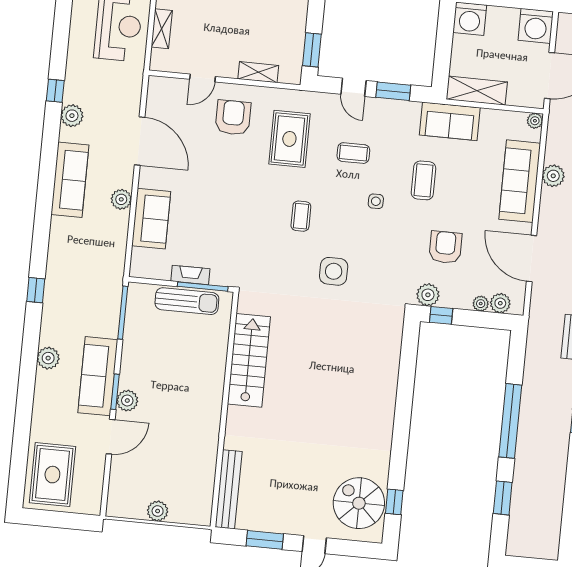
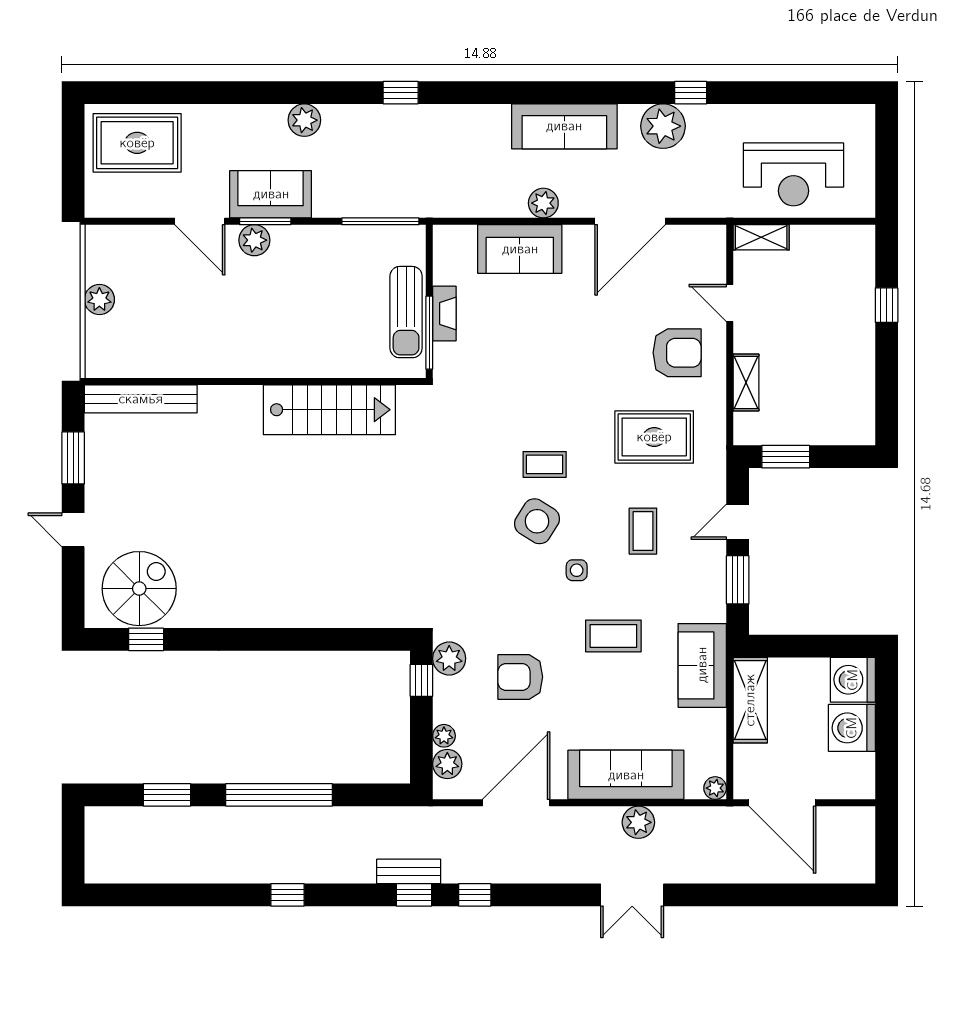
washing machine: (536, 26) -> (852, 728), moved
shelving: (162, 29) -> (761, 237), moved
plant: (72, 116) -> (663, 126), width x1.36, depth x1.36
armchair: (445, 247) -> (520, 677), turned 180
side table: (334, 271) -> (537, 521), moved, turned 32
sofa: (98, 376) -> (271, 194), width x0.73

